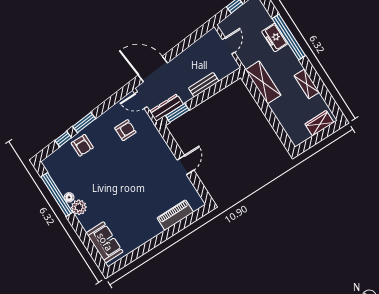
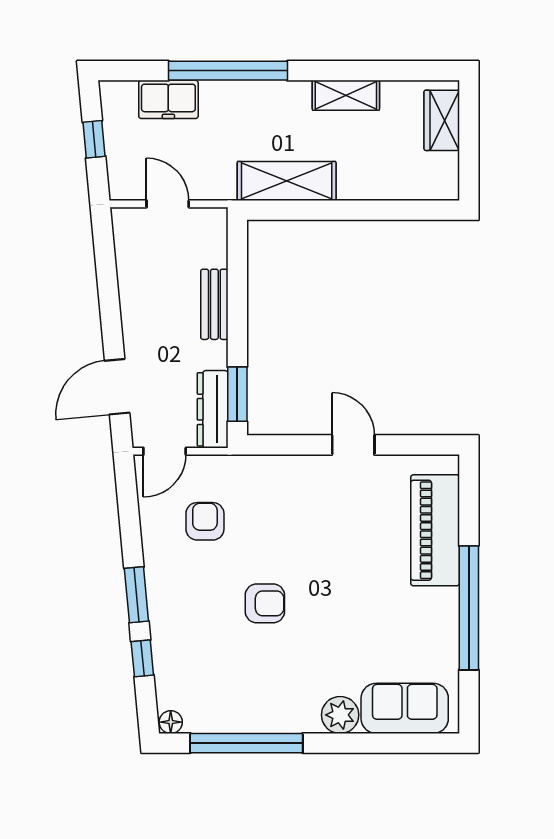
freezer: (275, 37) -> (168, 99), moved
door: (153, 69) -> (117, 387), width x0.73
armchair: (82, 145) -> (265, 603), moved
floor lamp: (69, 197) -> (171, 722), moved
plant: (79, 207) -> (340, 715), moved
piano: (175, 215) -> (435, 530), width x1.37, depth x1.33
window: (154, 242) -> (469, 608), added

